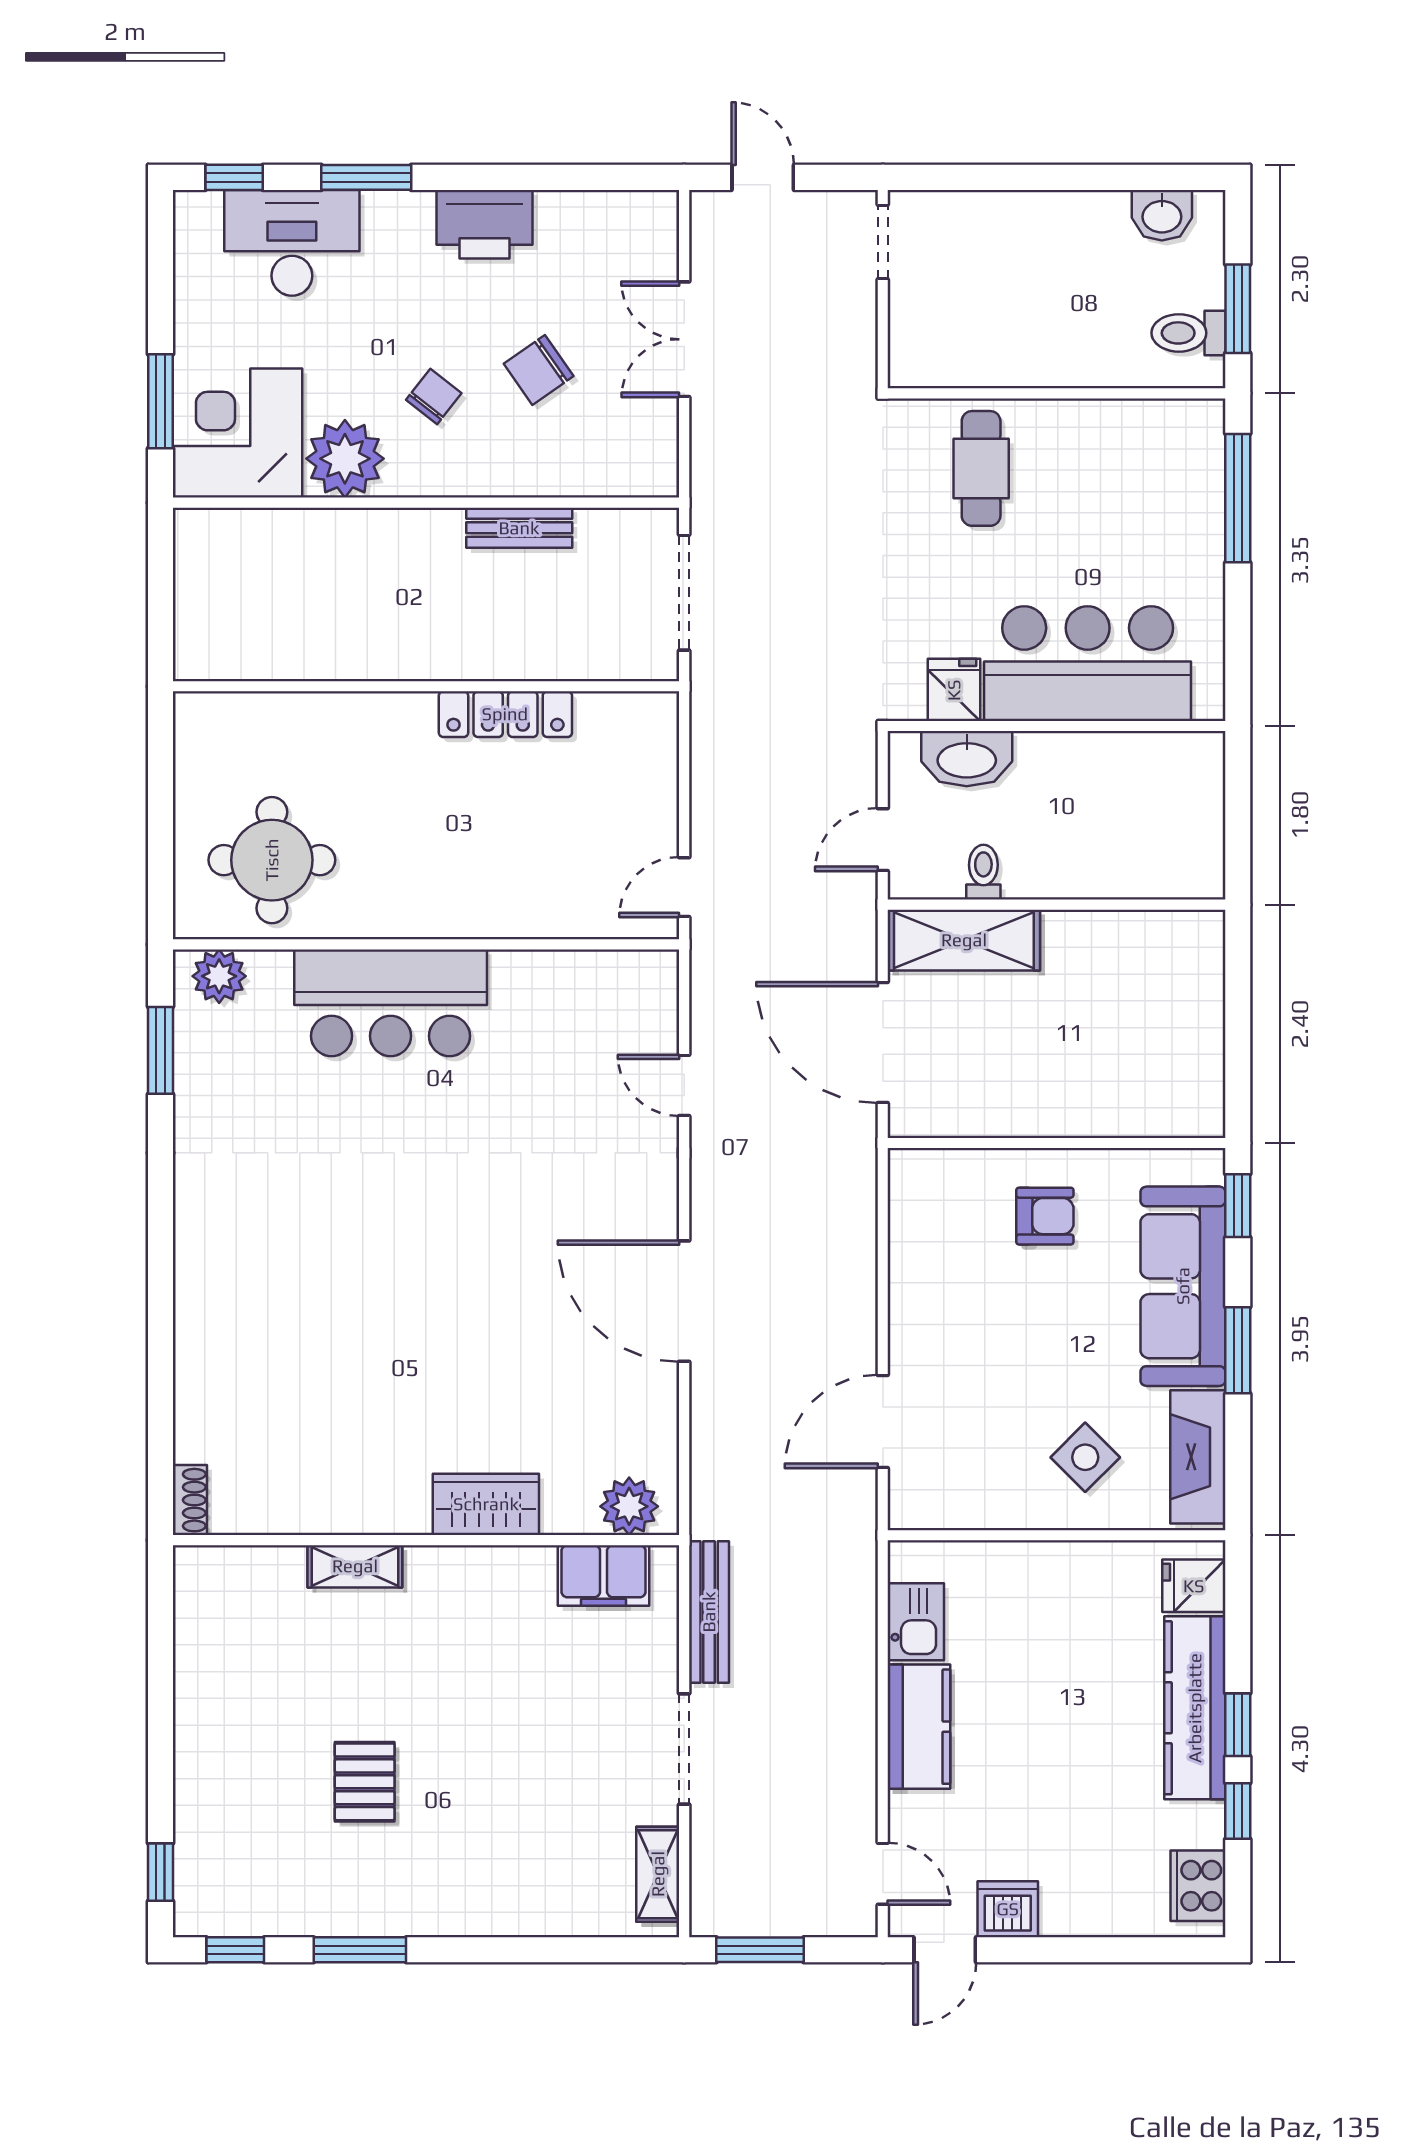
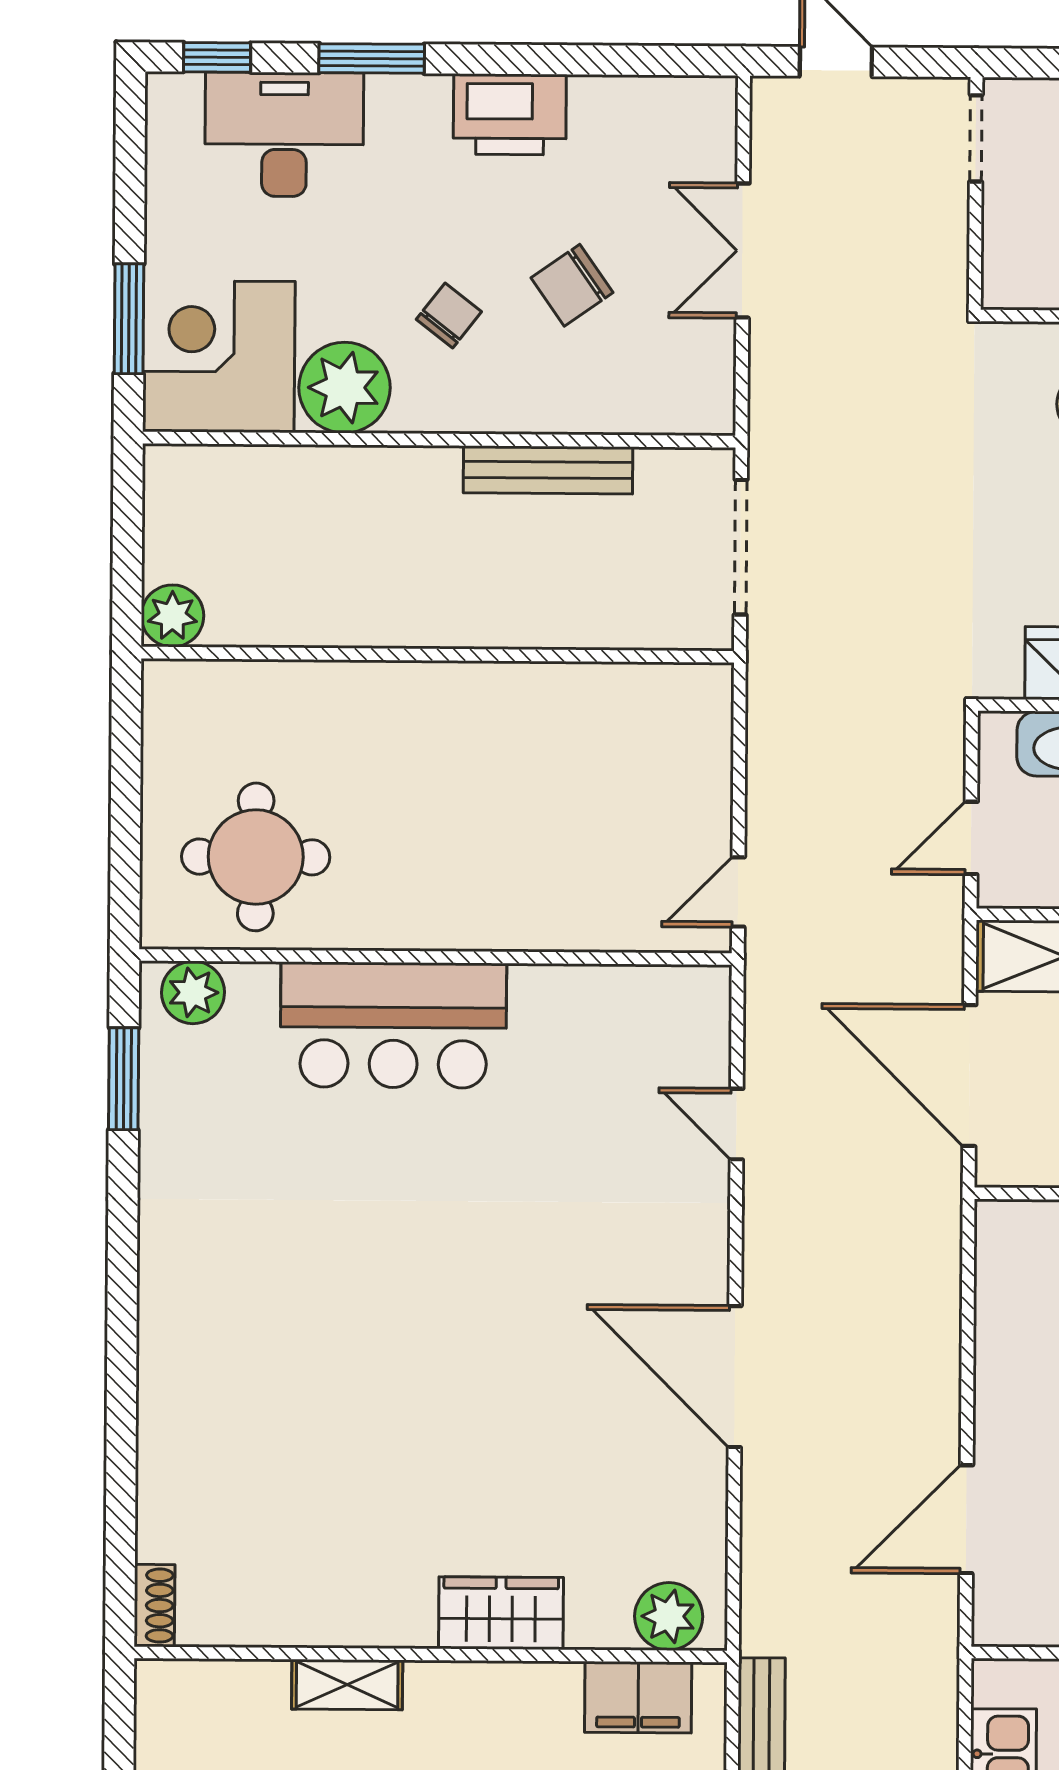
bench: (519, 528) -> (548, 470), width x1.36
plant: (199, 655) -> (173, 616), added
locker: (505, 714) -> (530, 688), removed

